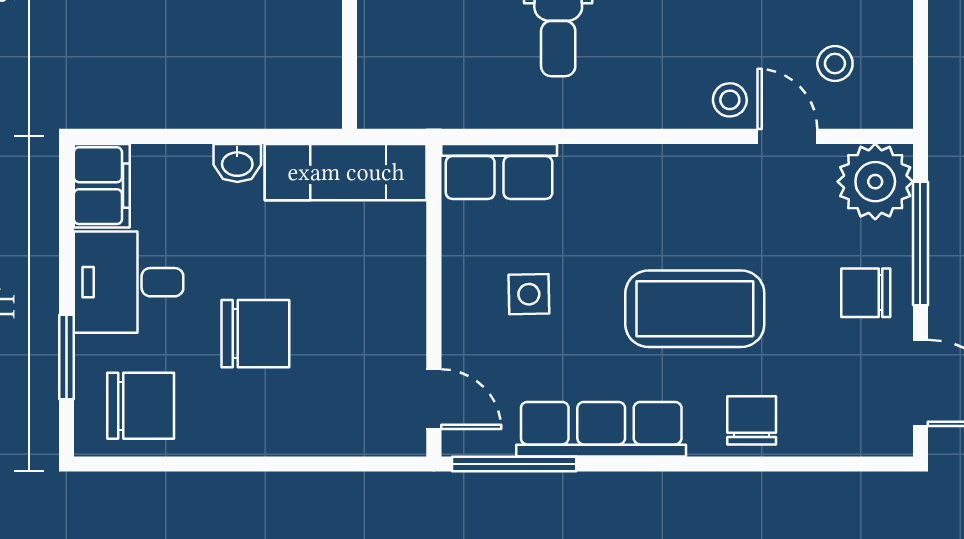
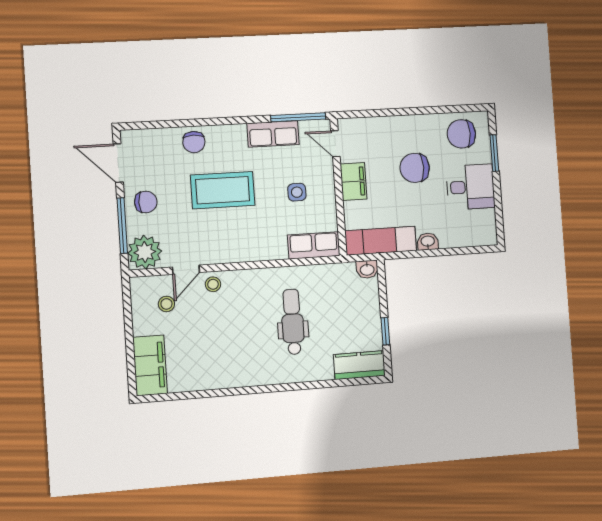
washbasin: (381, 109) -> (367, 269), added
door: (787, 136) -> (186, 270), hinge flipped
filing cabinet: (102, 186) -> (353, 181), moved, turned 180
row of seats: (601, 429) -> (273, 134), width x0.68

